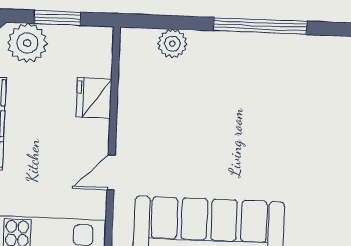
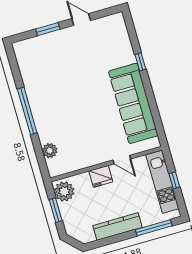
plant: (27, 43) -> (64, 191), moved
fridge: (94, 98) -> (101, 176), moved

